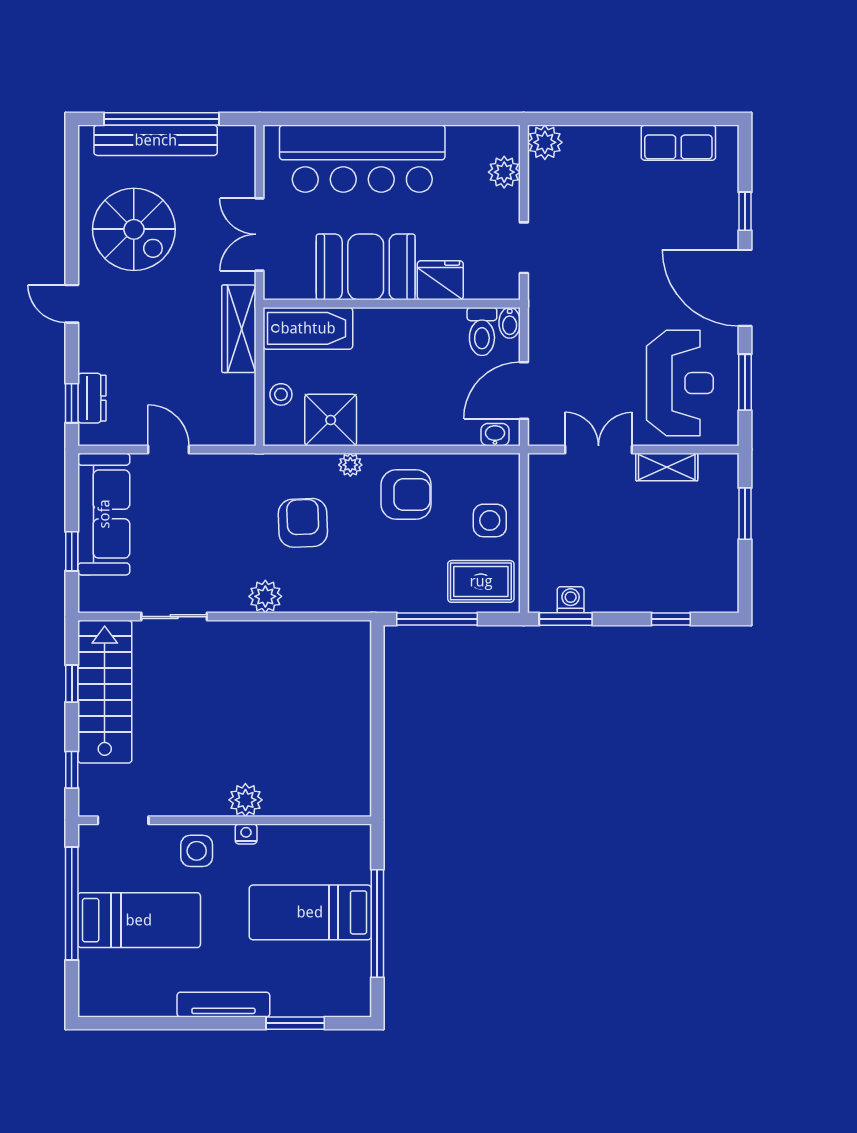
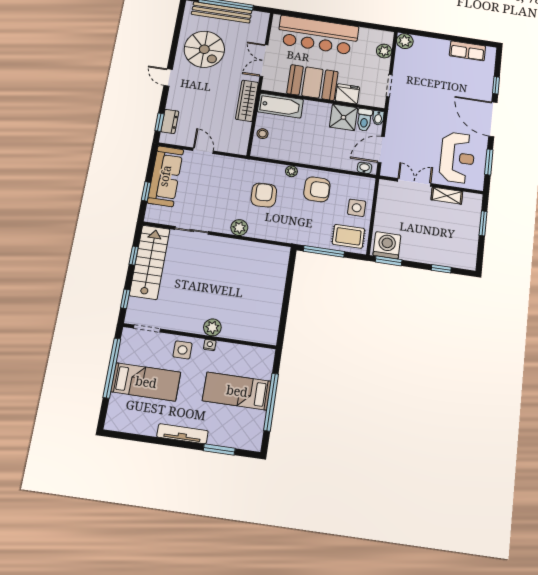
shower: (331, 420) -> (343, 117), moved
washing machine: (571, 600) -> (387, 245), width x1.89, depth x1.89

